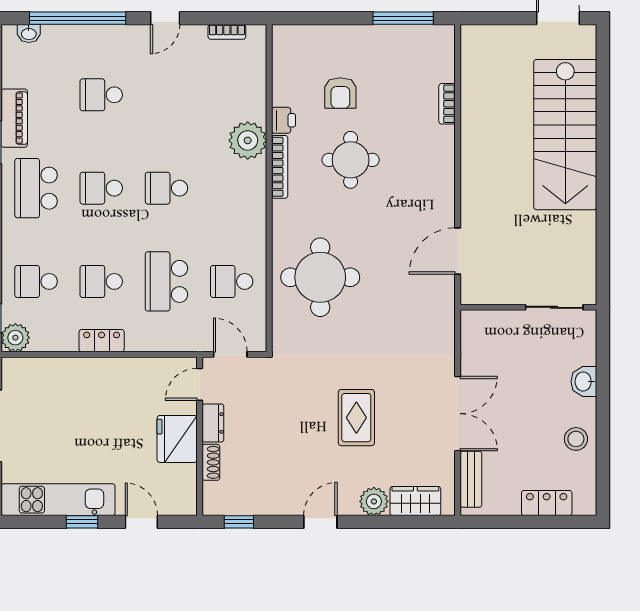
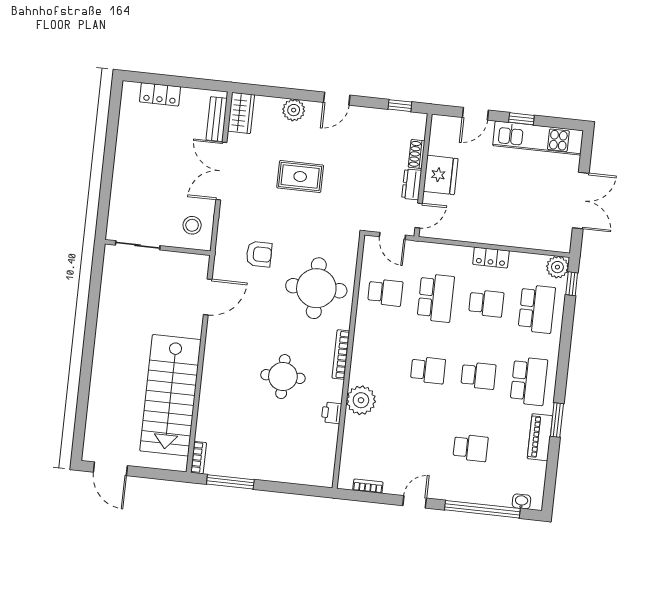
armchair: (340, 93) -> (259, 254), moved, turned 90
bookcase: (447, 104) -> (199, 458), moved
stairs: (565, 135) -> (170, 395), moved, turned 180
bookcase: (280, 167) -> (341, 355), moved
school desk: (36, 281) -> (537, 309), width x1.85
washbasin: (584, 382) -> (121, 185), removed
rug: (356, 418) -> (300, 176), turned 90
stool: (576, 439) -> (192, 225), moved
wardrobe: (415, 501) -> (241, 113), moved, turned -90
door: (141, 522) -> (475, 114), hinge flipped

